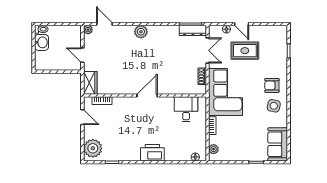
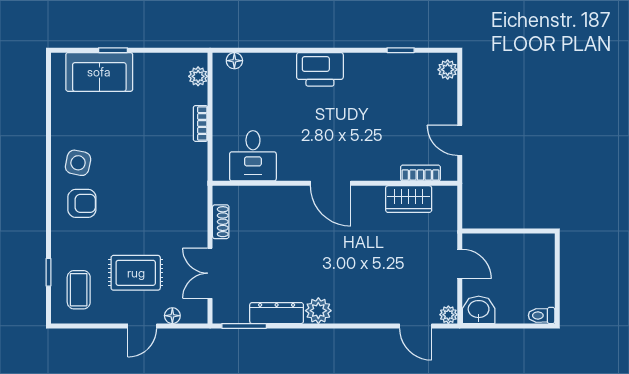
door: (242, 24) -> (142, 326), swing flipped
dresser: (193, 30) -> (277, 313), moved
plant: (141, 32) -> (318, 311), moved
washbasin: (42, 42) -> (479, 310), moved, turned 90
coffee table: (273, 42) -> (79, 290), added
wardrobe: (90, 83) -> (409, 199), moved, turned -90
corner sofa: (226, 92) -> (174, 190), removed
door: (147, 95) -> (331, 183), hinge flipped
sofa: (278, 144) -> (99, 72), moved, turned 90
plant: (93, 148) -> (448, 70), width x0.53, depth x0.53

